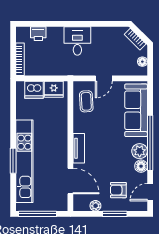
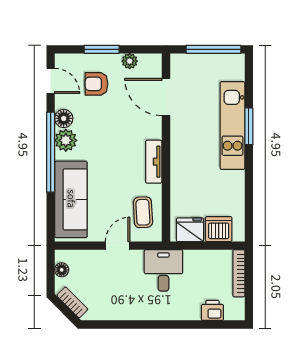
desk: (77, 41) -> (163, 270), moved, turned 180
tv unit: (79, 148) -> (154, 162), moved
kitchen unit: (24, 161) -> (232, 126), width x0.73
armchair: (118, 190) -> (97, 84), turned 180
door: (150, 192) -> (51, 81), hinge flipped

